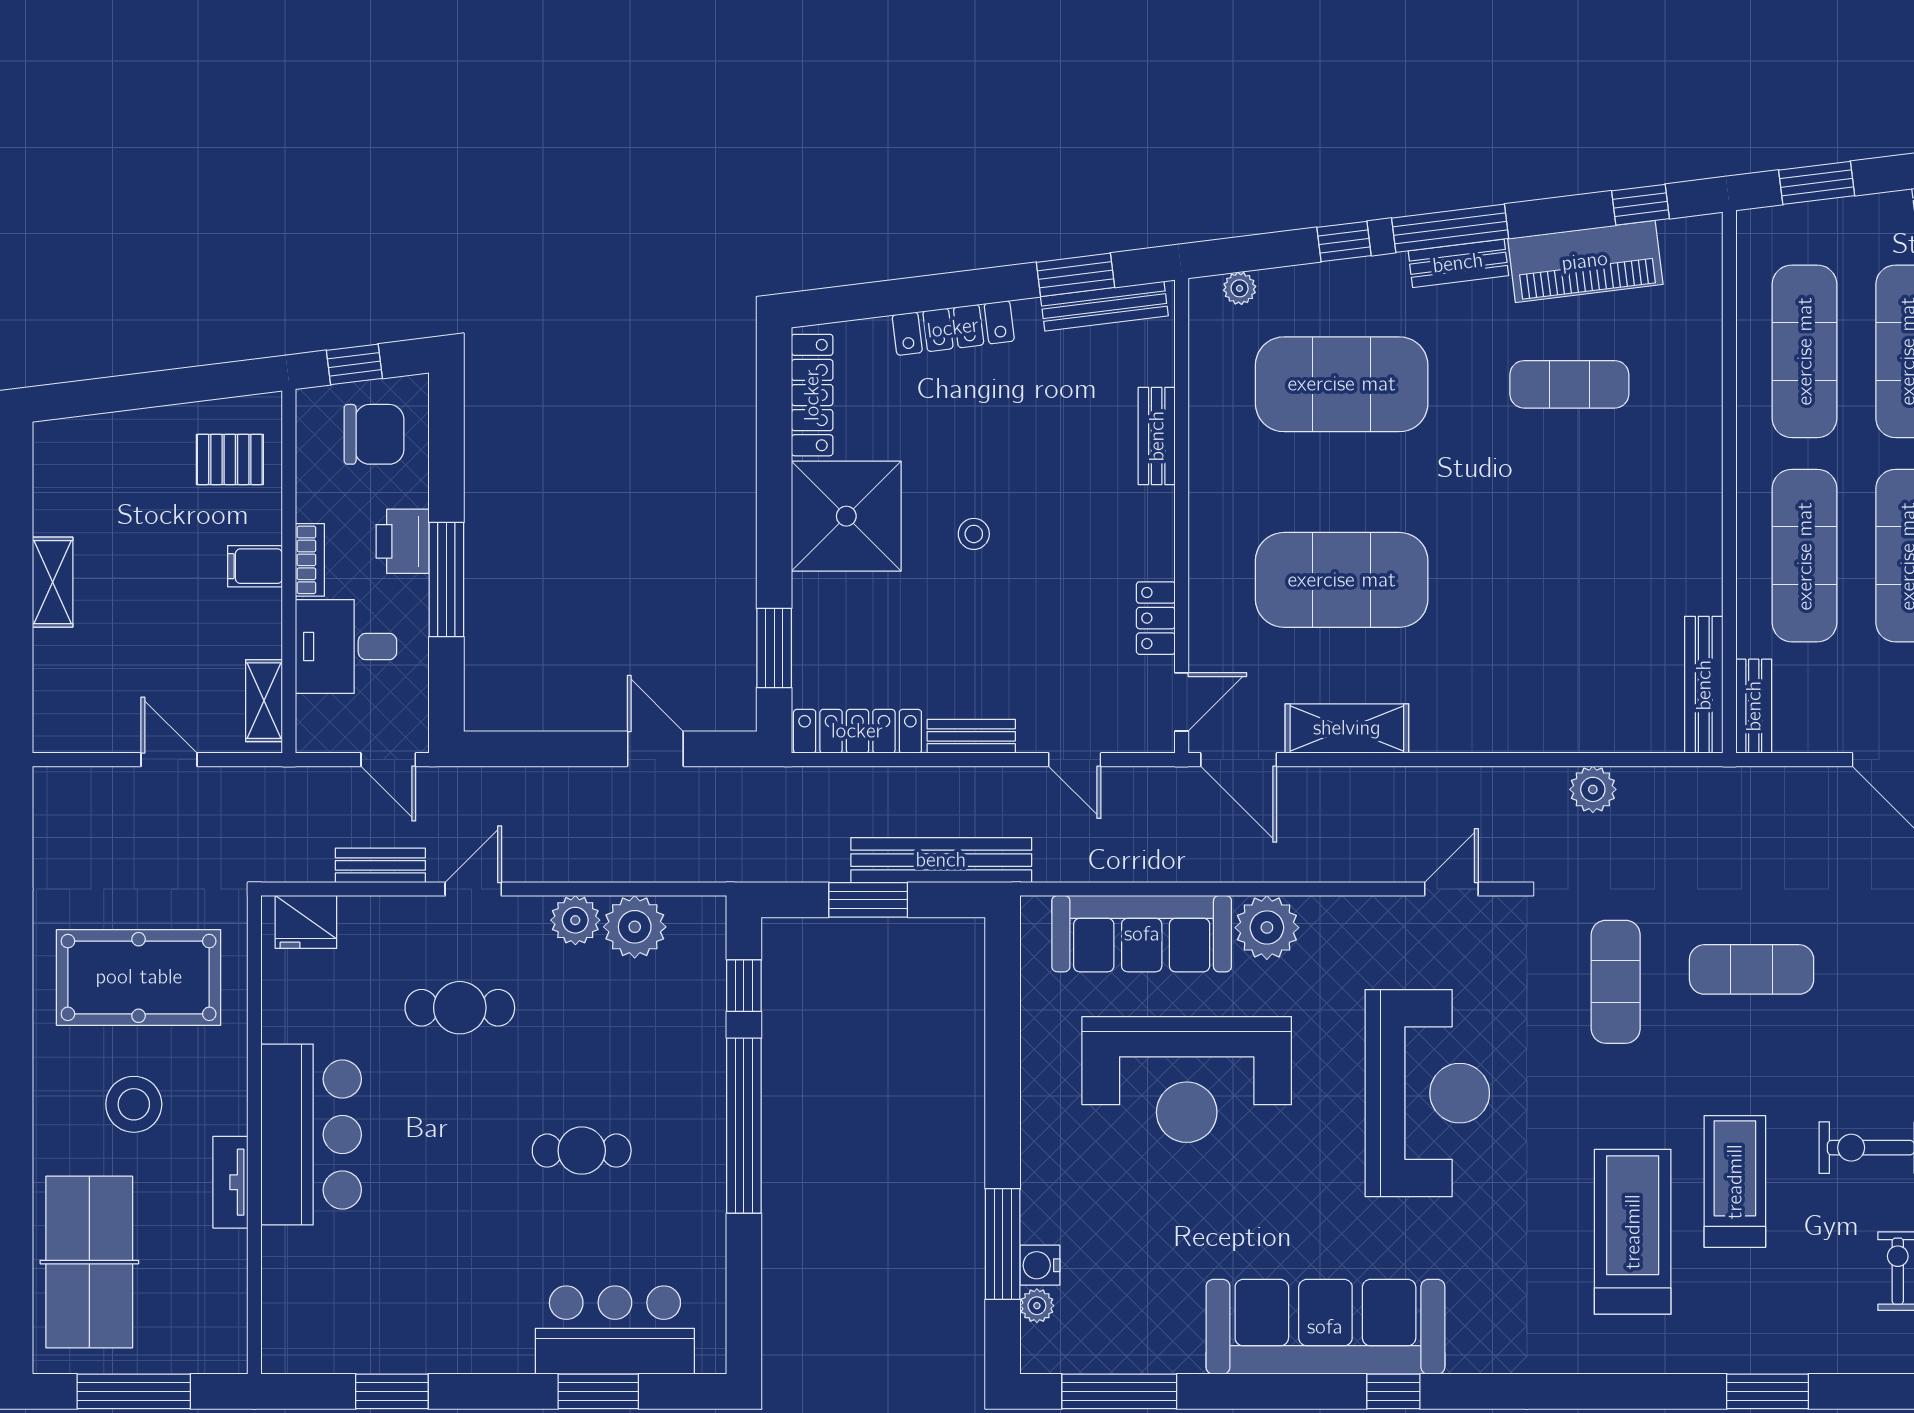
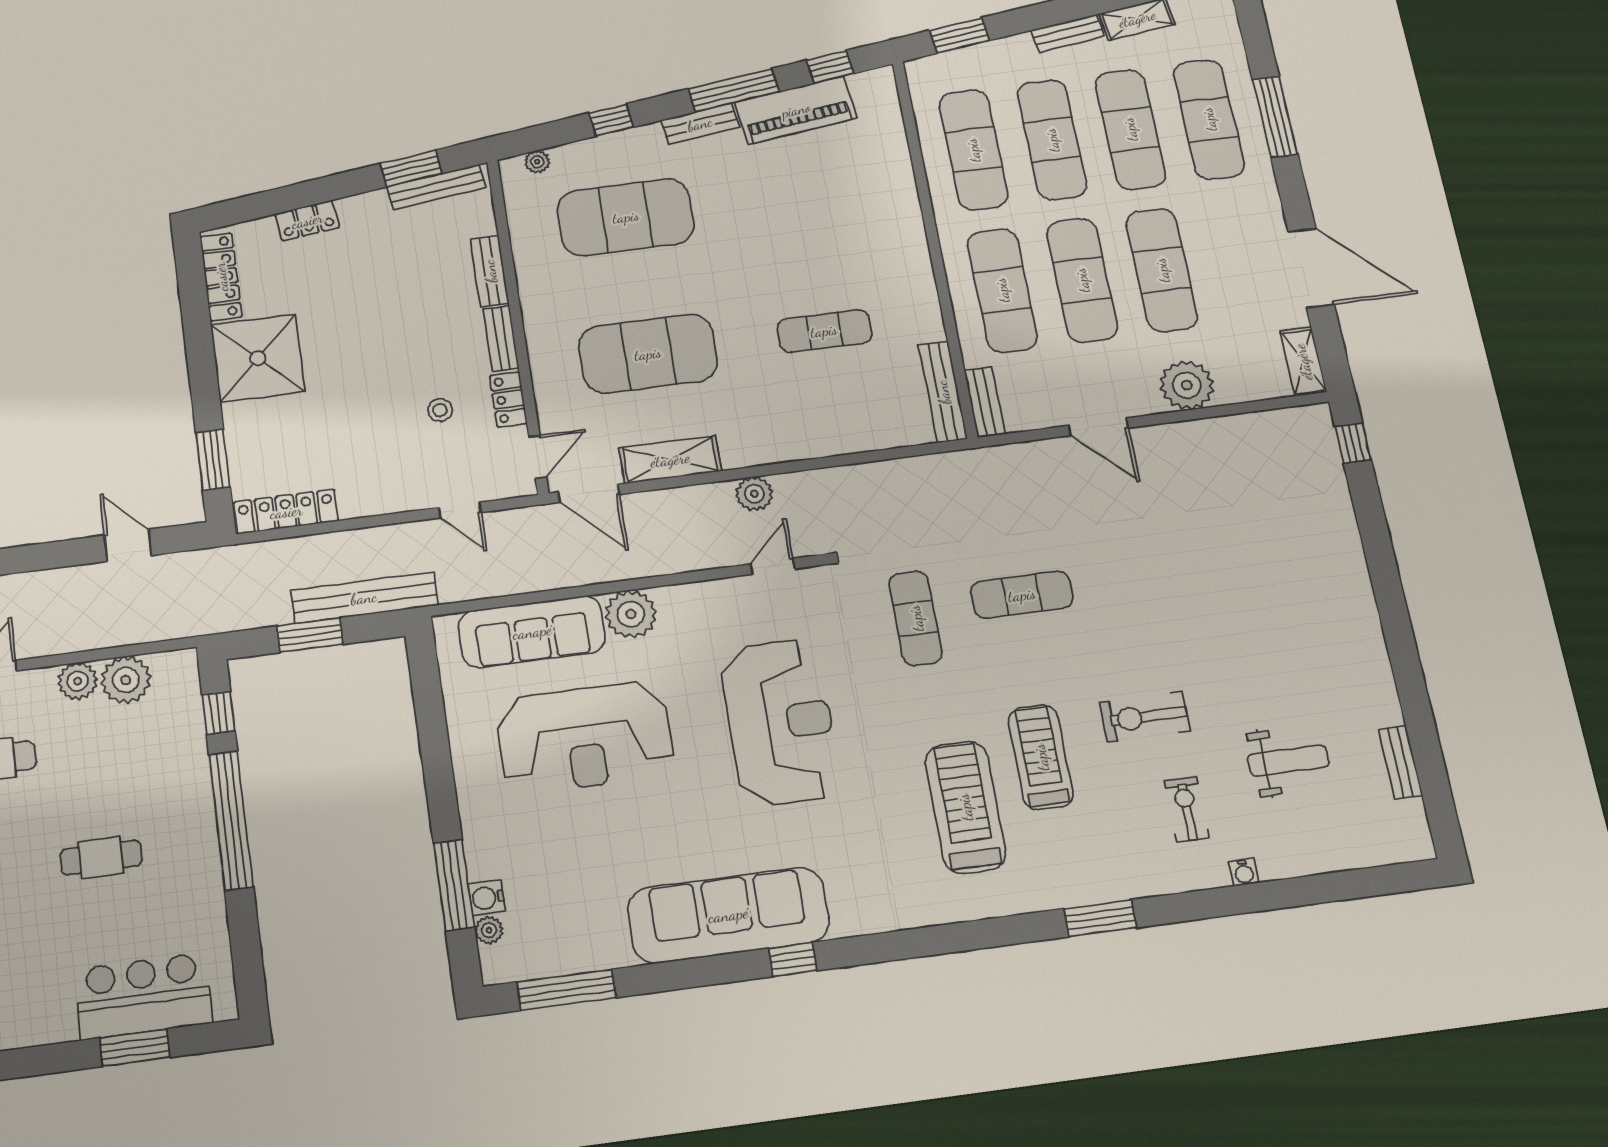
window: (1450, 228) -> (734, 90), moved
locker: (953, 328) -> (307, 221), width x0.66
exercise mat: (1569, 384) -> (824, 331), moved
stool: (974, 534) -> (440, 410), moved
bench: (971, 736) -> (501, 338), moved, turned 90
plant: (1593, 789) -> (754, 494), moved

